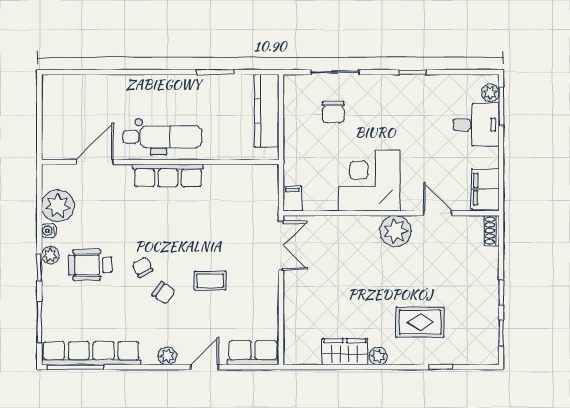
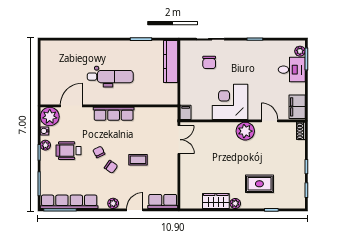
door: (95, 162) -> (71, 106), moved
wall: (160, 162) -> (109, 106), moved
row of seats: (168, 175) -> (114, 114), moved

